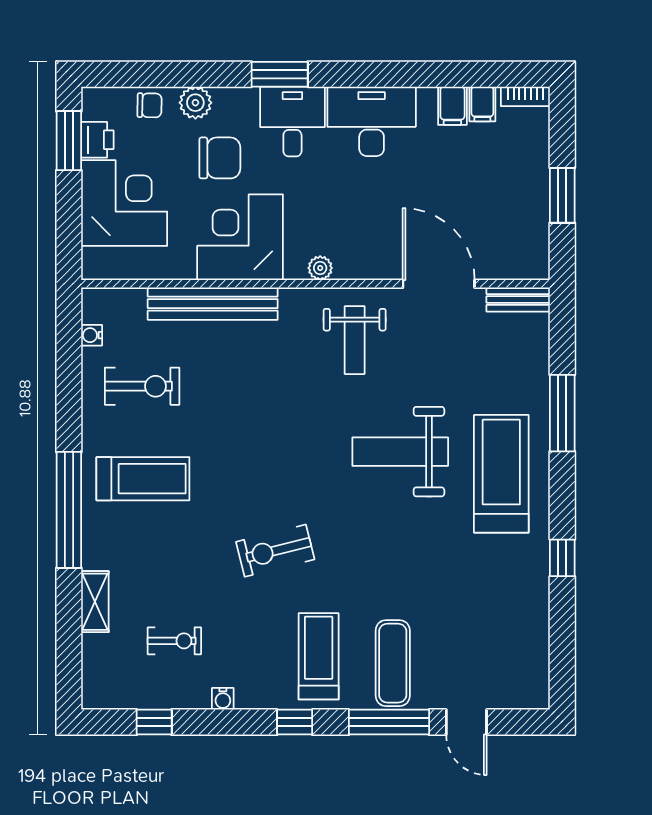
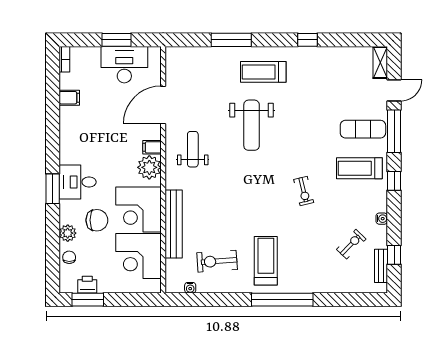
filing cabinet: (482, 104) -> (152, 147), moved, turned 180
desk: (372, 121) -> (124, 65), moved, turned 90
chair: (220, 158) -> (97, 220), turned 90
corner desk: (124, 203) -> (139, 256), moved, turned -90
plant: (320, 268) -> (149, 167), width x1.88, depth x1.88
bench: (518, 300) -> (381, 266), moved
weight bench: (355, 340) -> (193, 149), turned -90
exercise bike: (142, 386) -> (217, 261), turned -94
treadmill: (501, 474) -> (263, 72), width x0.73, depth x0.73
exercise bike: (275, 551) -> (304, 191), width x0.73, depth x0.72
shelving: (95, 602) -> (380, 62), moved, turned 90
exercise bike: (174, 641) -> (351, 244), turned 44

